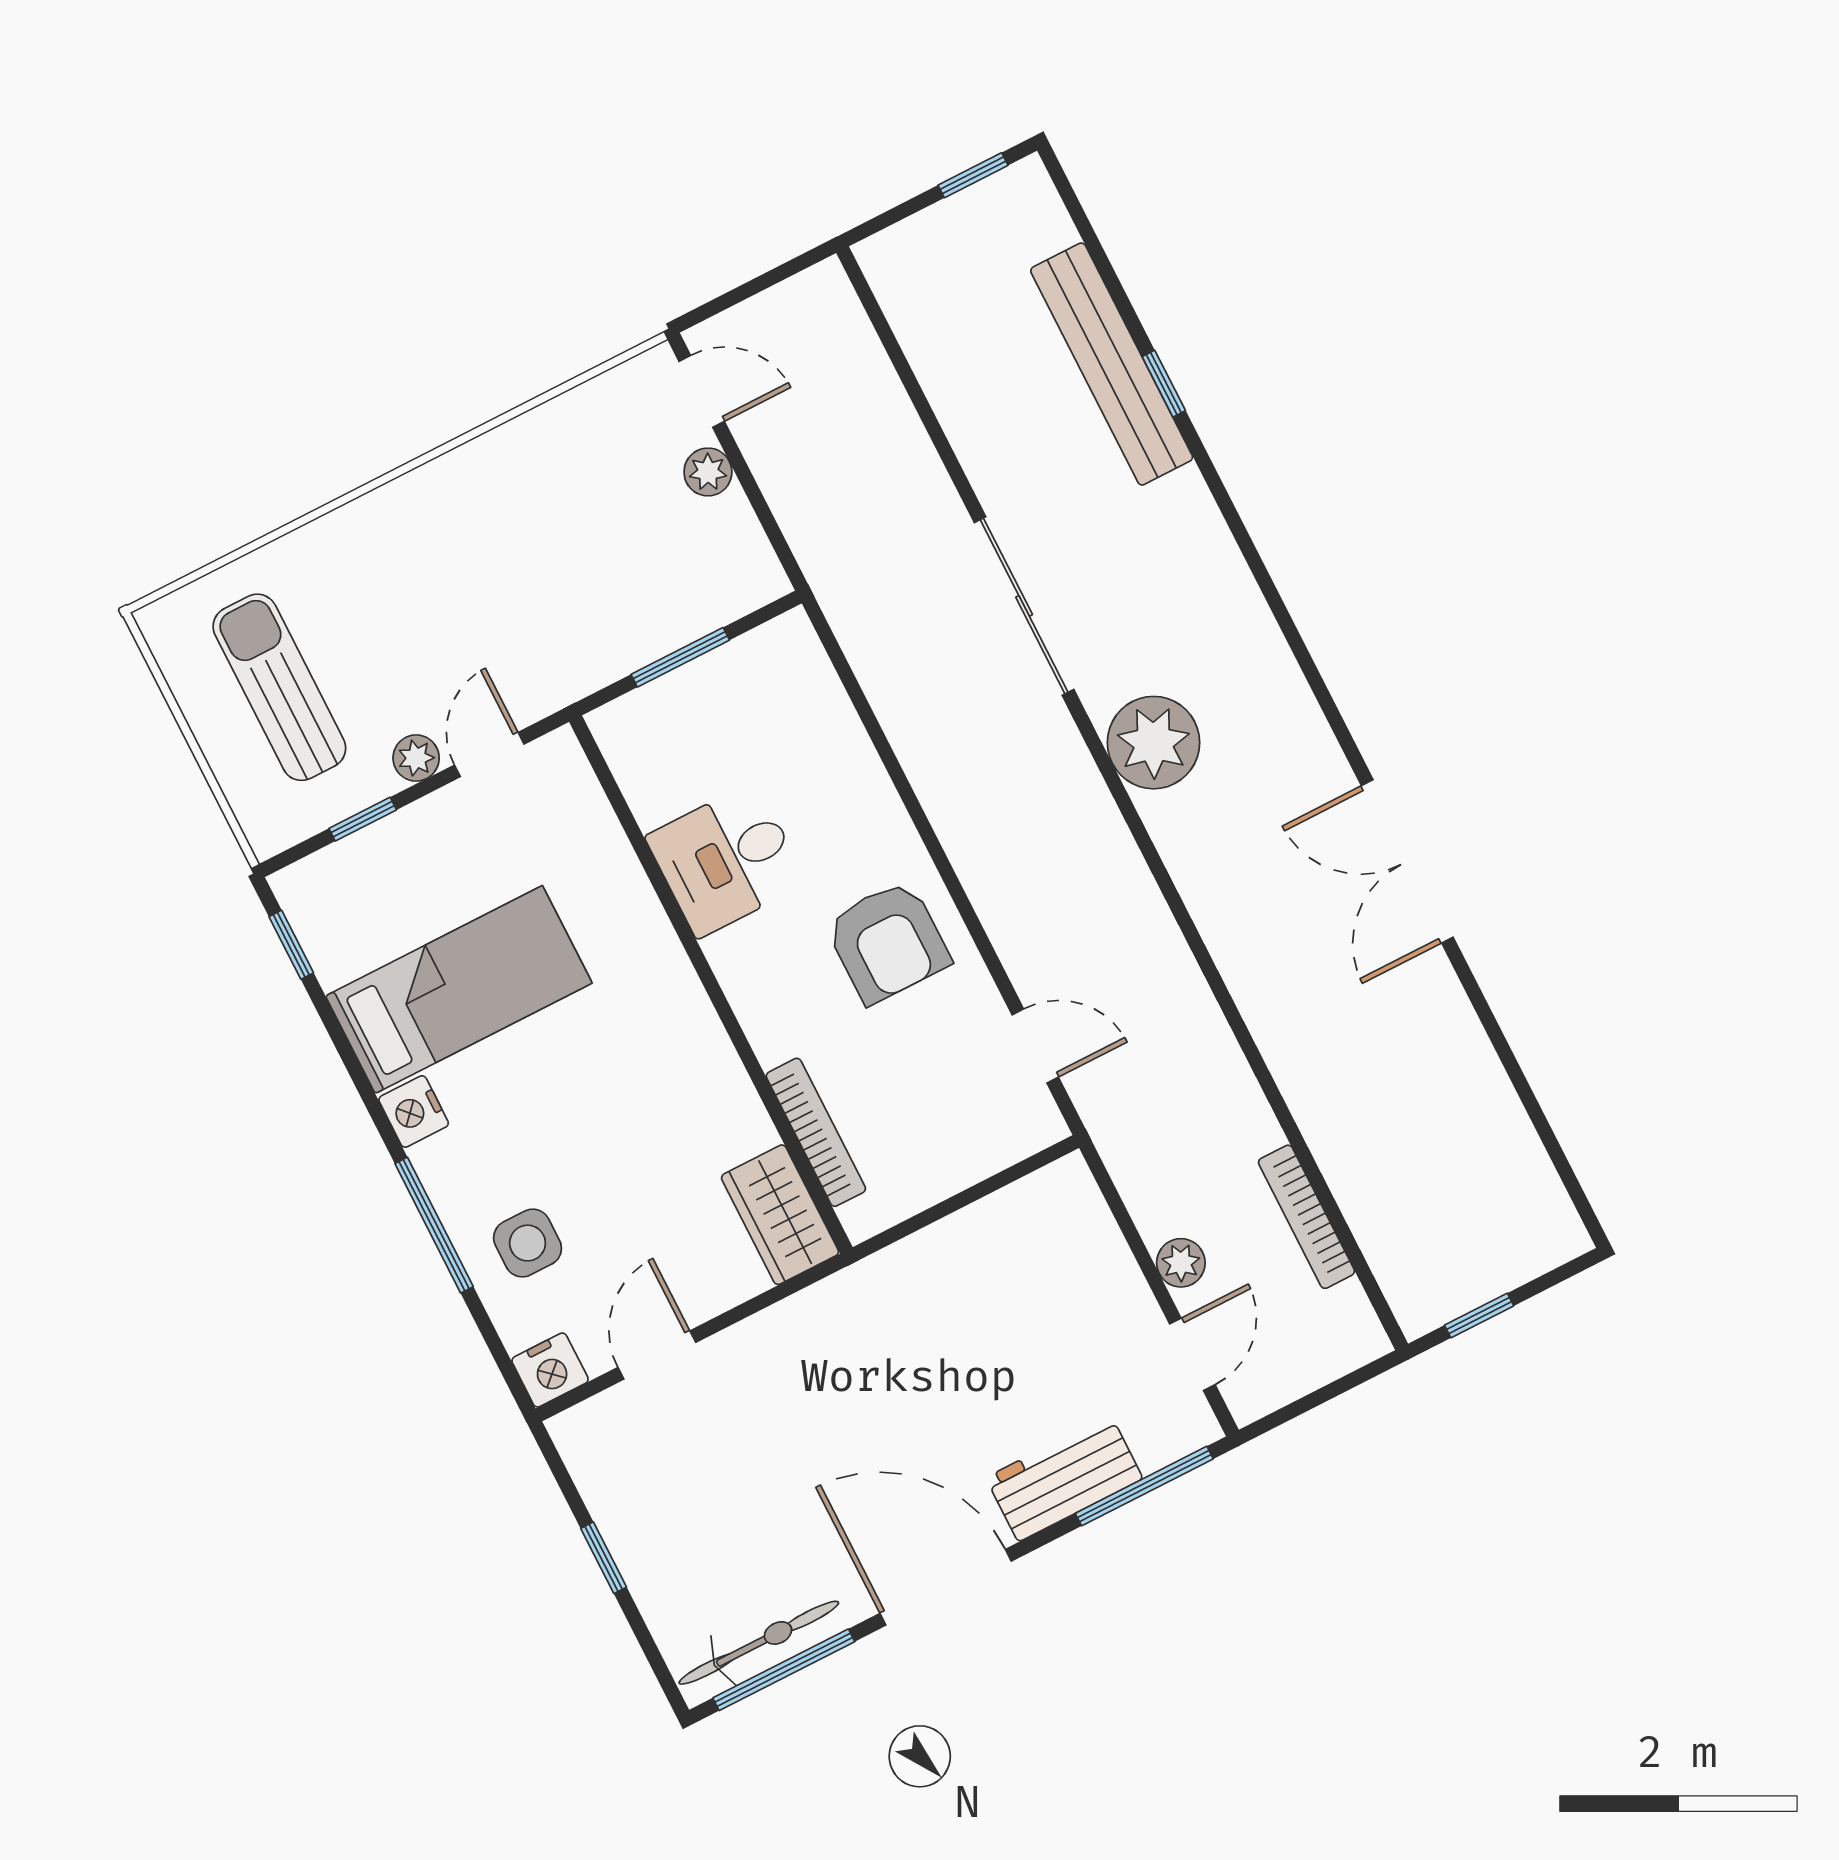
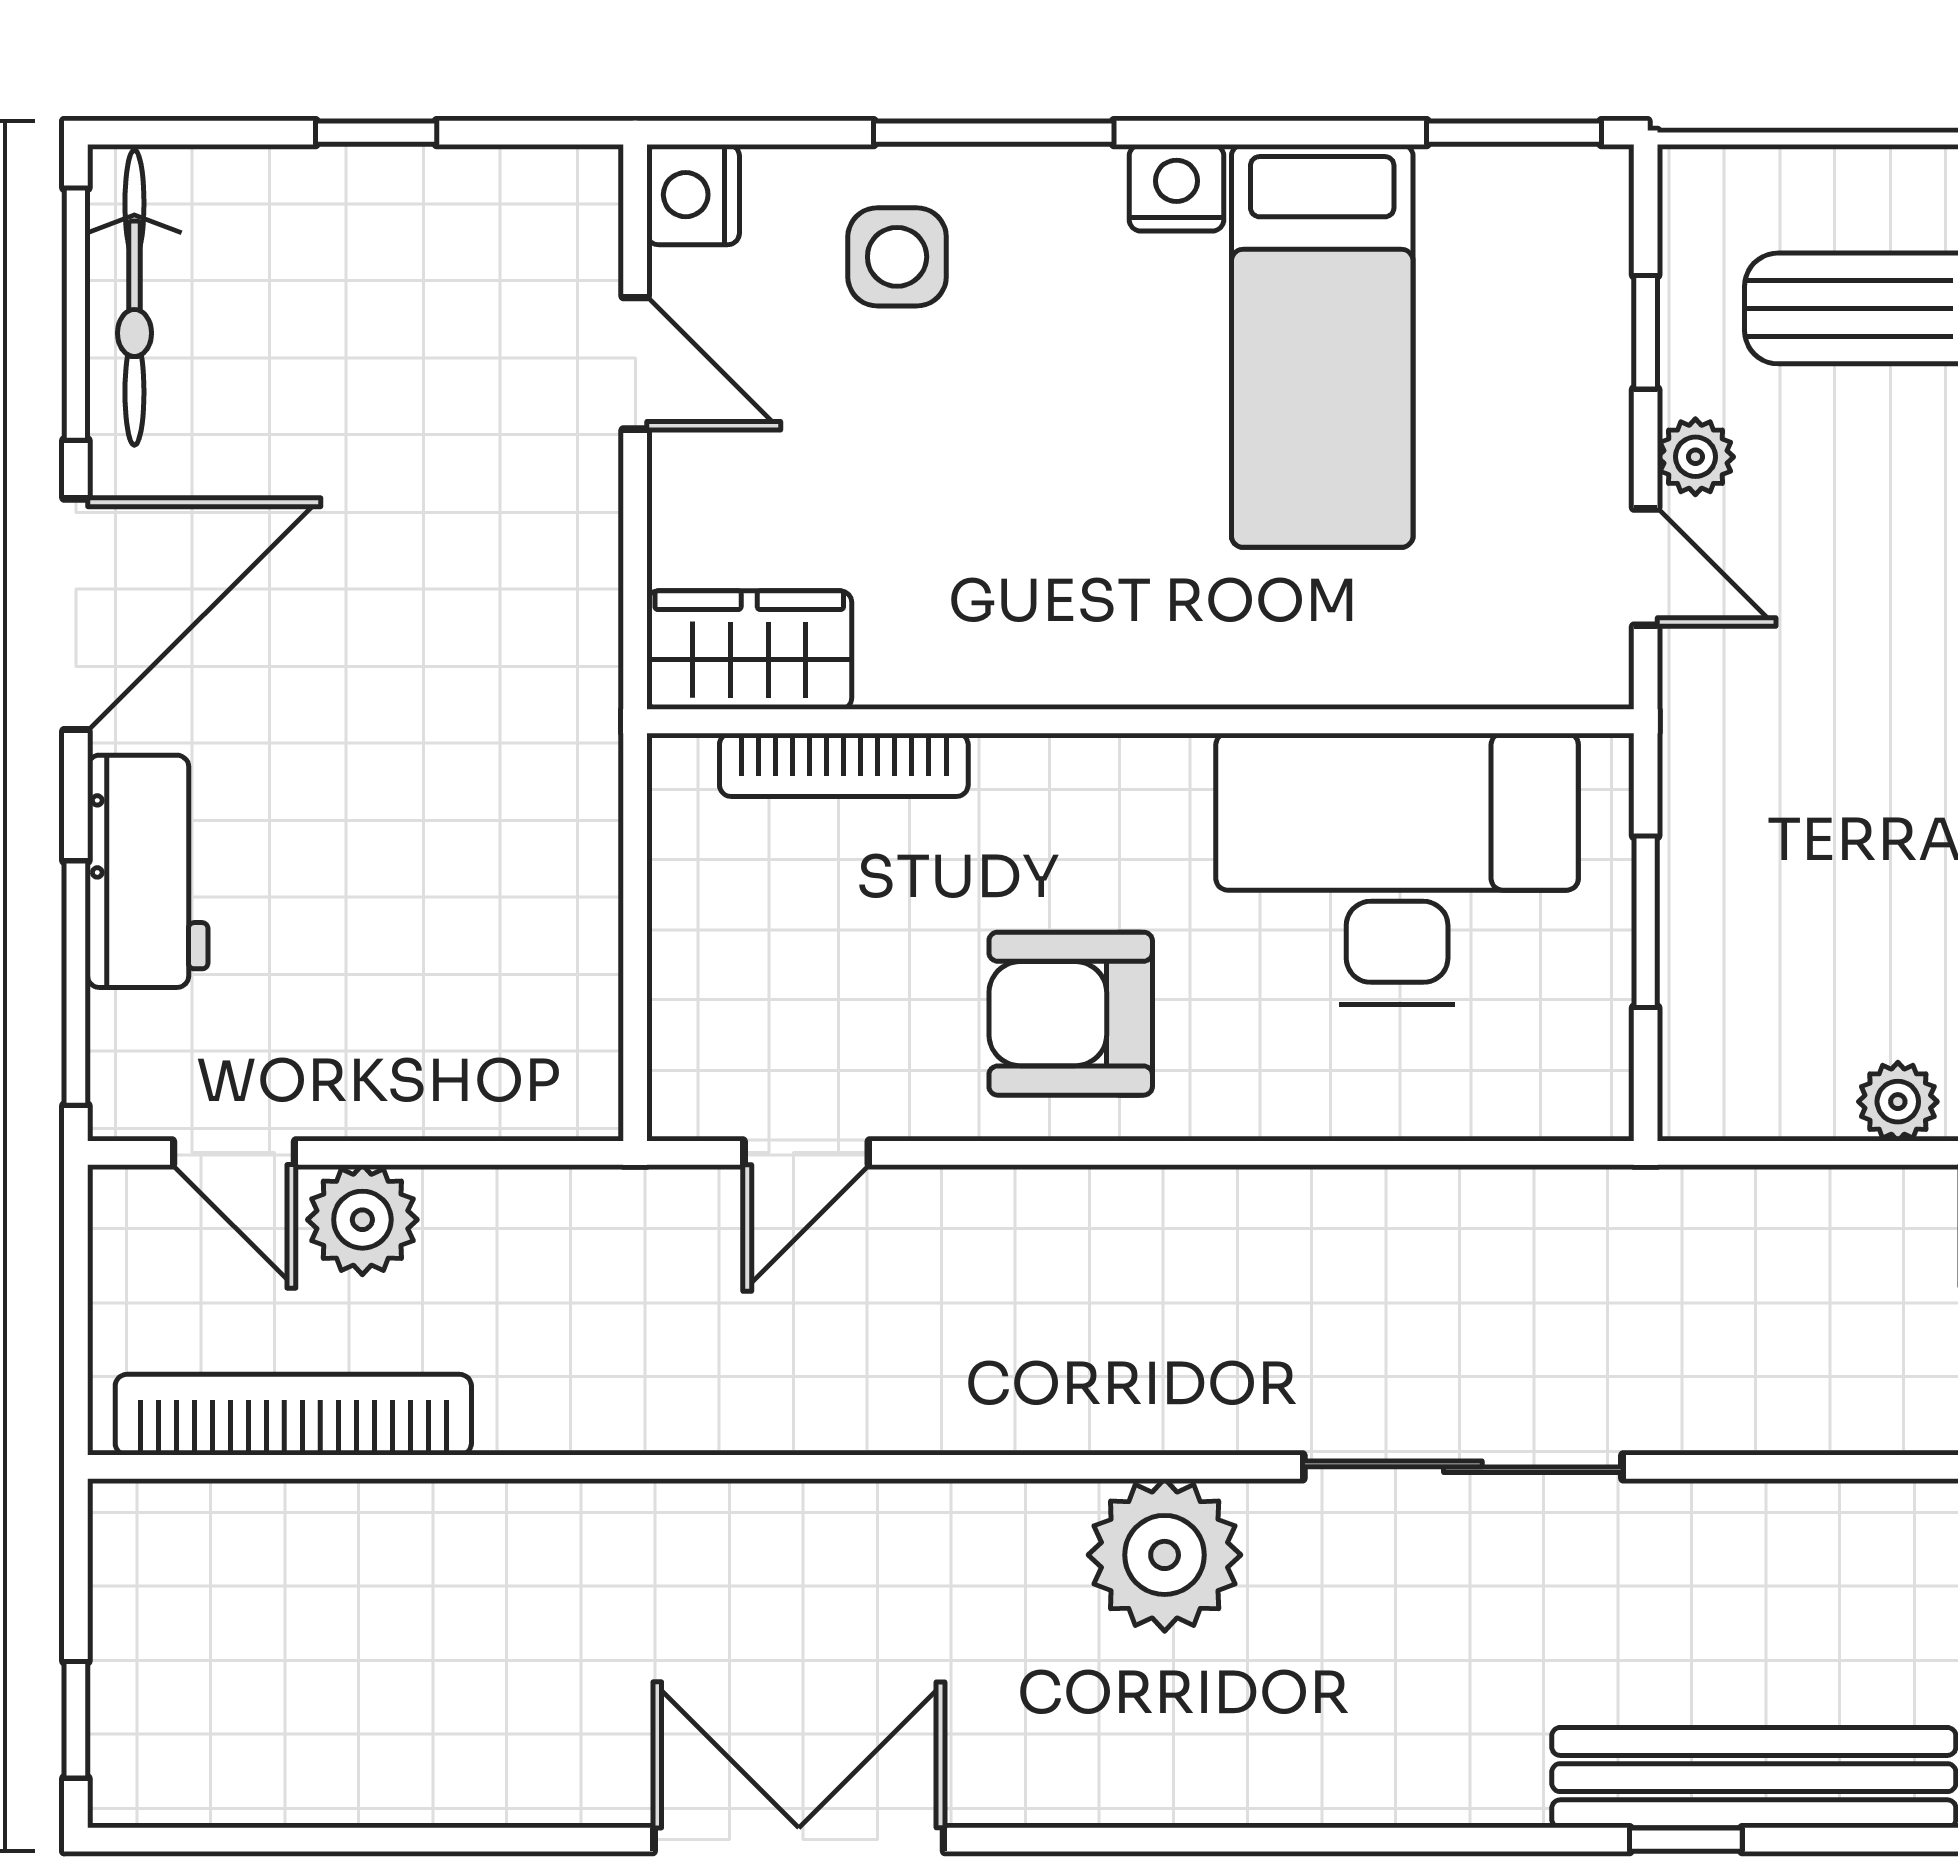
desk: (726, 860) -> (1397, 869), width x1.87, depth x1.30
window: (291, 945) -> (1514, 133), width x1.50
bookcase: (1306, 1217) -> (293, 1415), width x1.48, depth x1.31
plant: (1181, 1263) -> (362, 1220), width x1.38, depth x1.38
window: (1479, 1315) -> (76, 1720), moved

